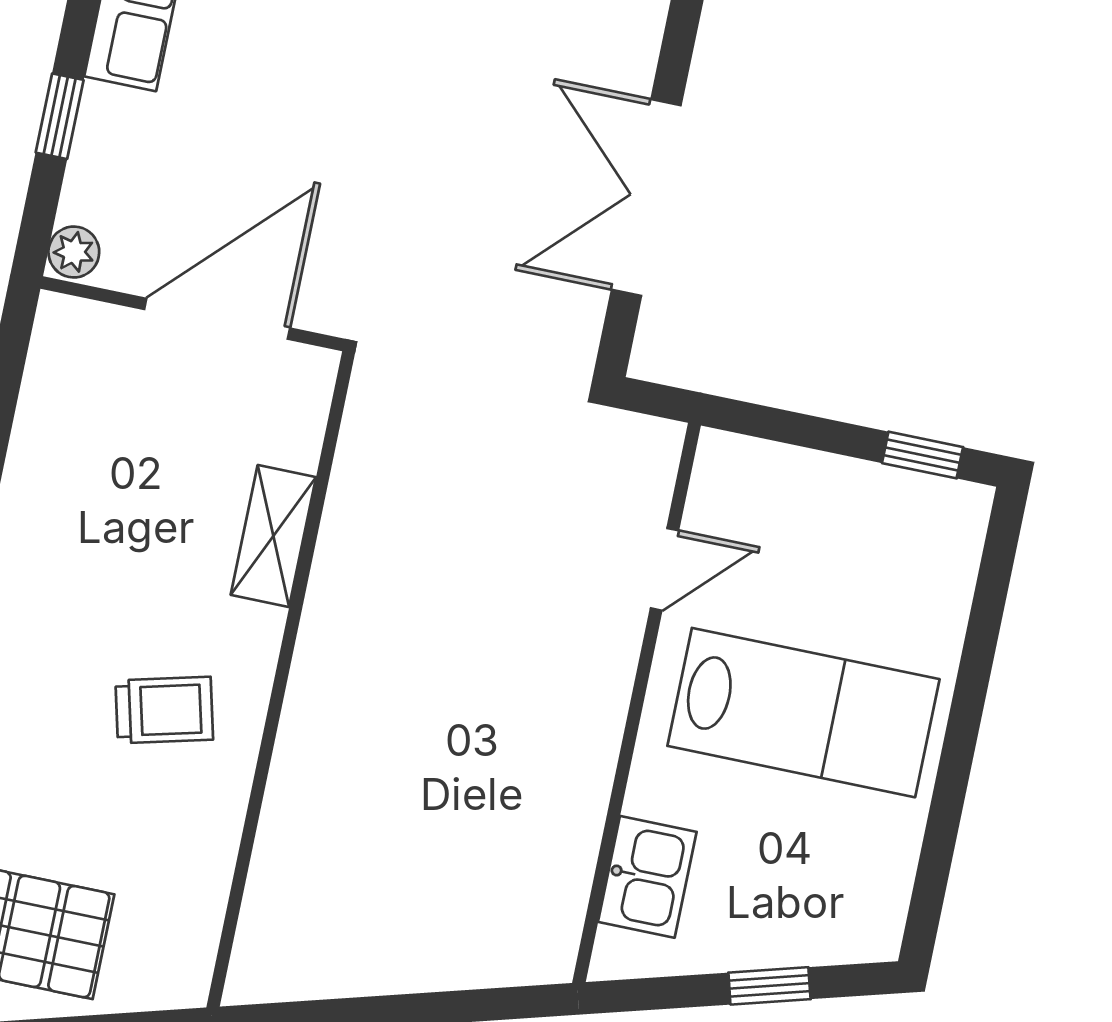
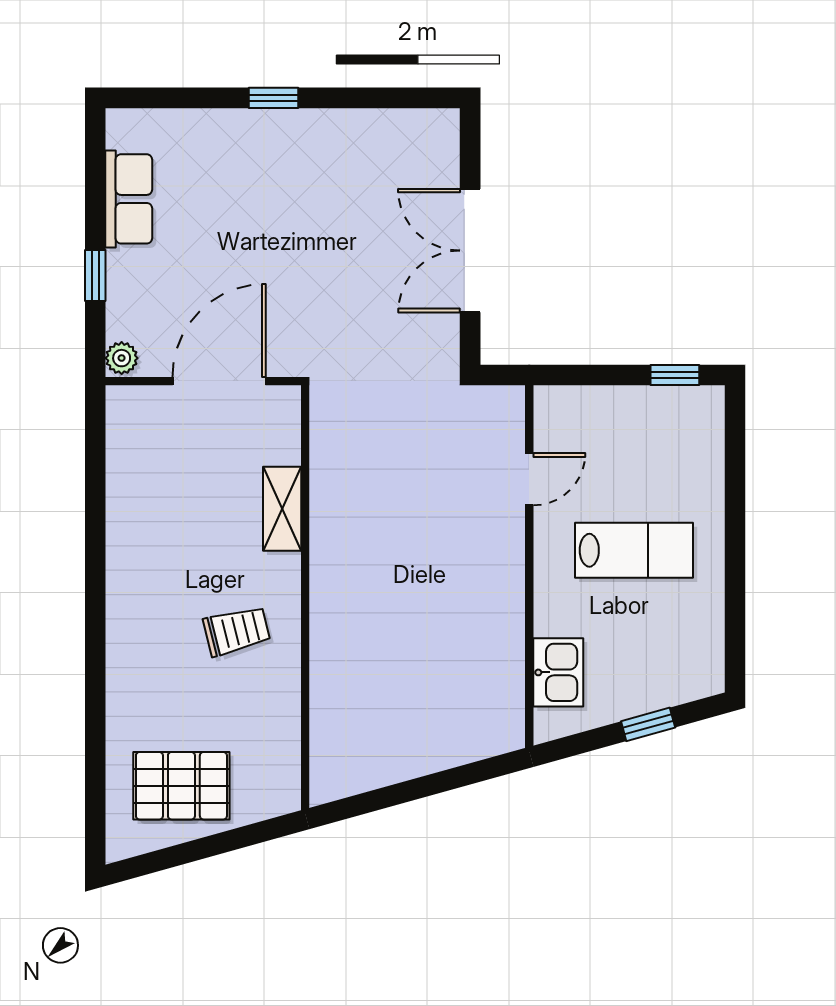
lab bench: (804, 713) -> (634, 550), width x0.73, depth x0.72

